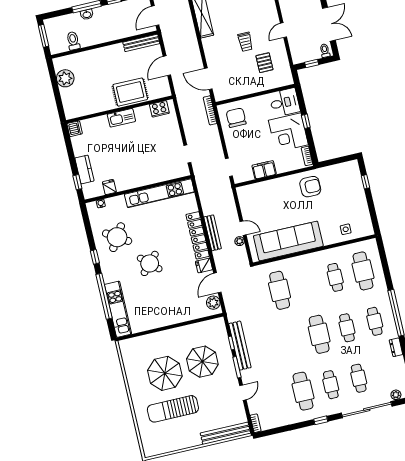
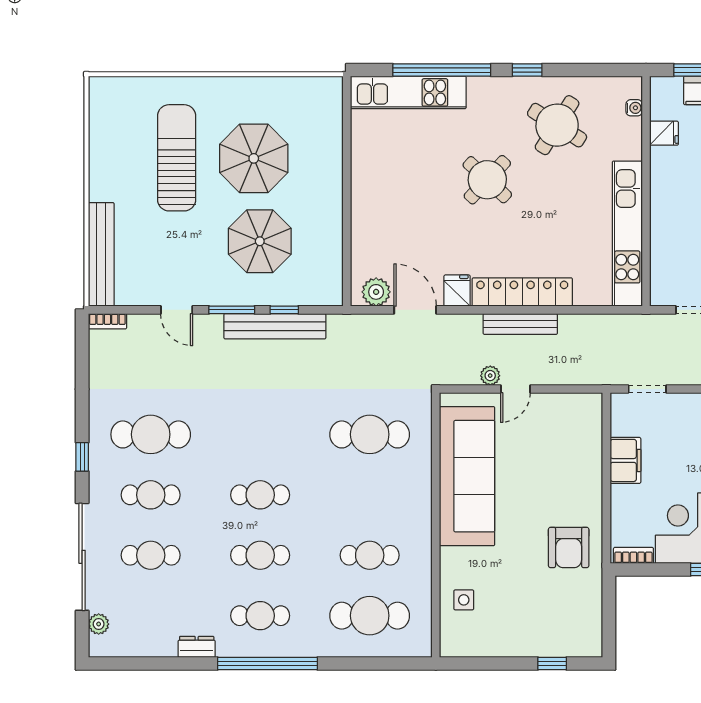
cafe table: (319, 334) -> (260, 495), width x0.73, depth x0.74

